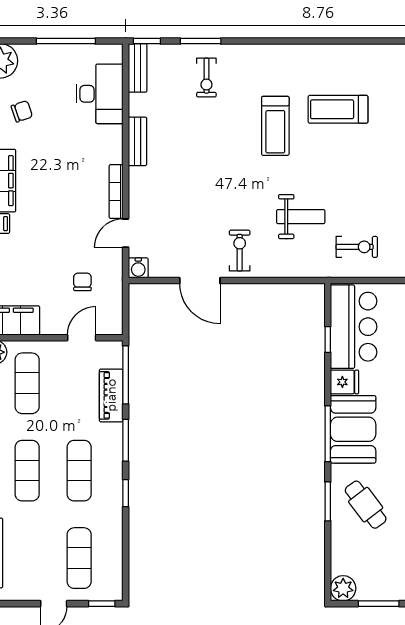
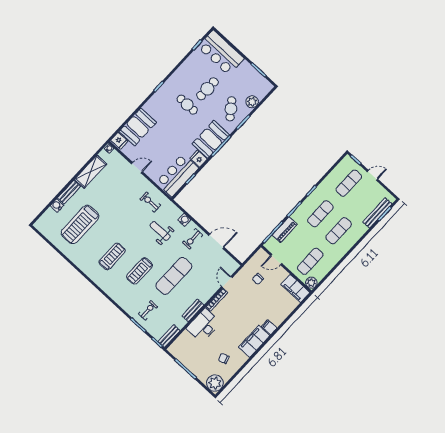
desk: (100, 94) -> (204, 326), moved
treadmill: (338, 109) -> (112, 256), turned -90
treadmill: (275, 126) -> (140, 271), turned 180
exercise mat: (216, 167) -> (174, 276), added
door: (126, 233) -> (227, 282), swing flipped
water cooler: (138, 268) -> (184, 220), moved
door: (200, 281) -> (216, 241), hinge flipped
plant: (343, 588) -> (252, 102), moved

